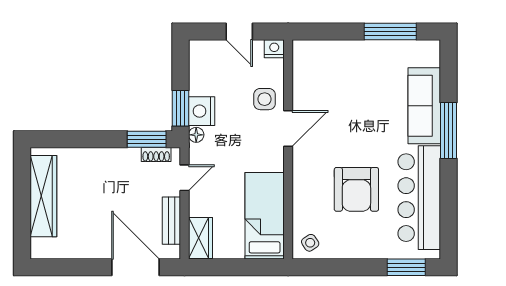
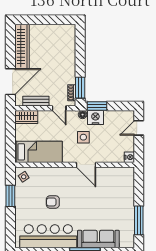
door: (239, 32) -> (139, 128), moved
side table: (265, 99) -> (83, 137), moved
armchair: (356, 189) -> (53, 202), width x0.53, depth x0.53
wardrobe: (43, 196) -> (22, 46), moved, turned -90
window: (406, 267) -> (10, 196), moved

